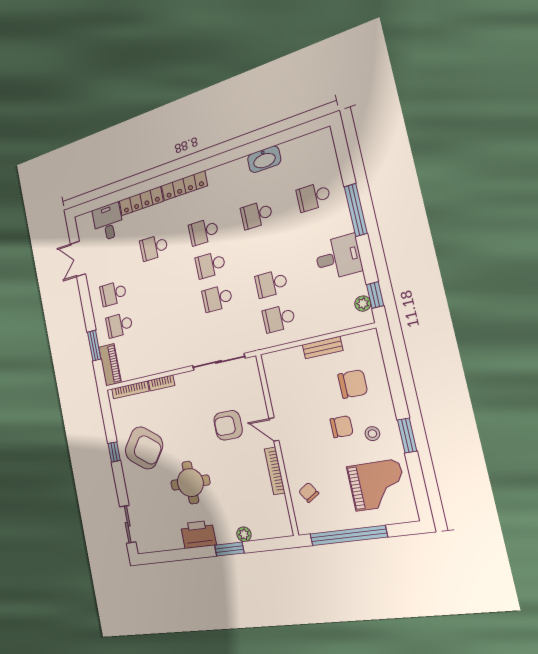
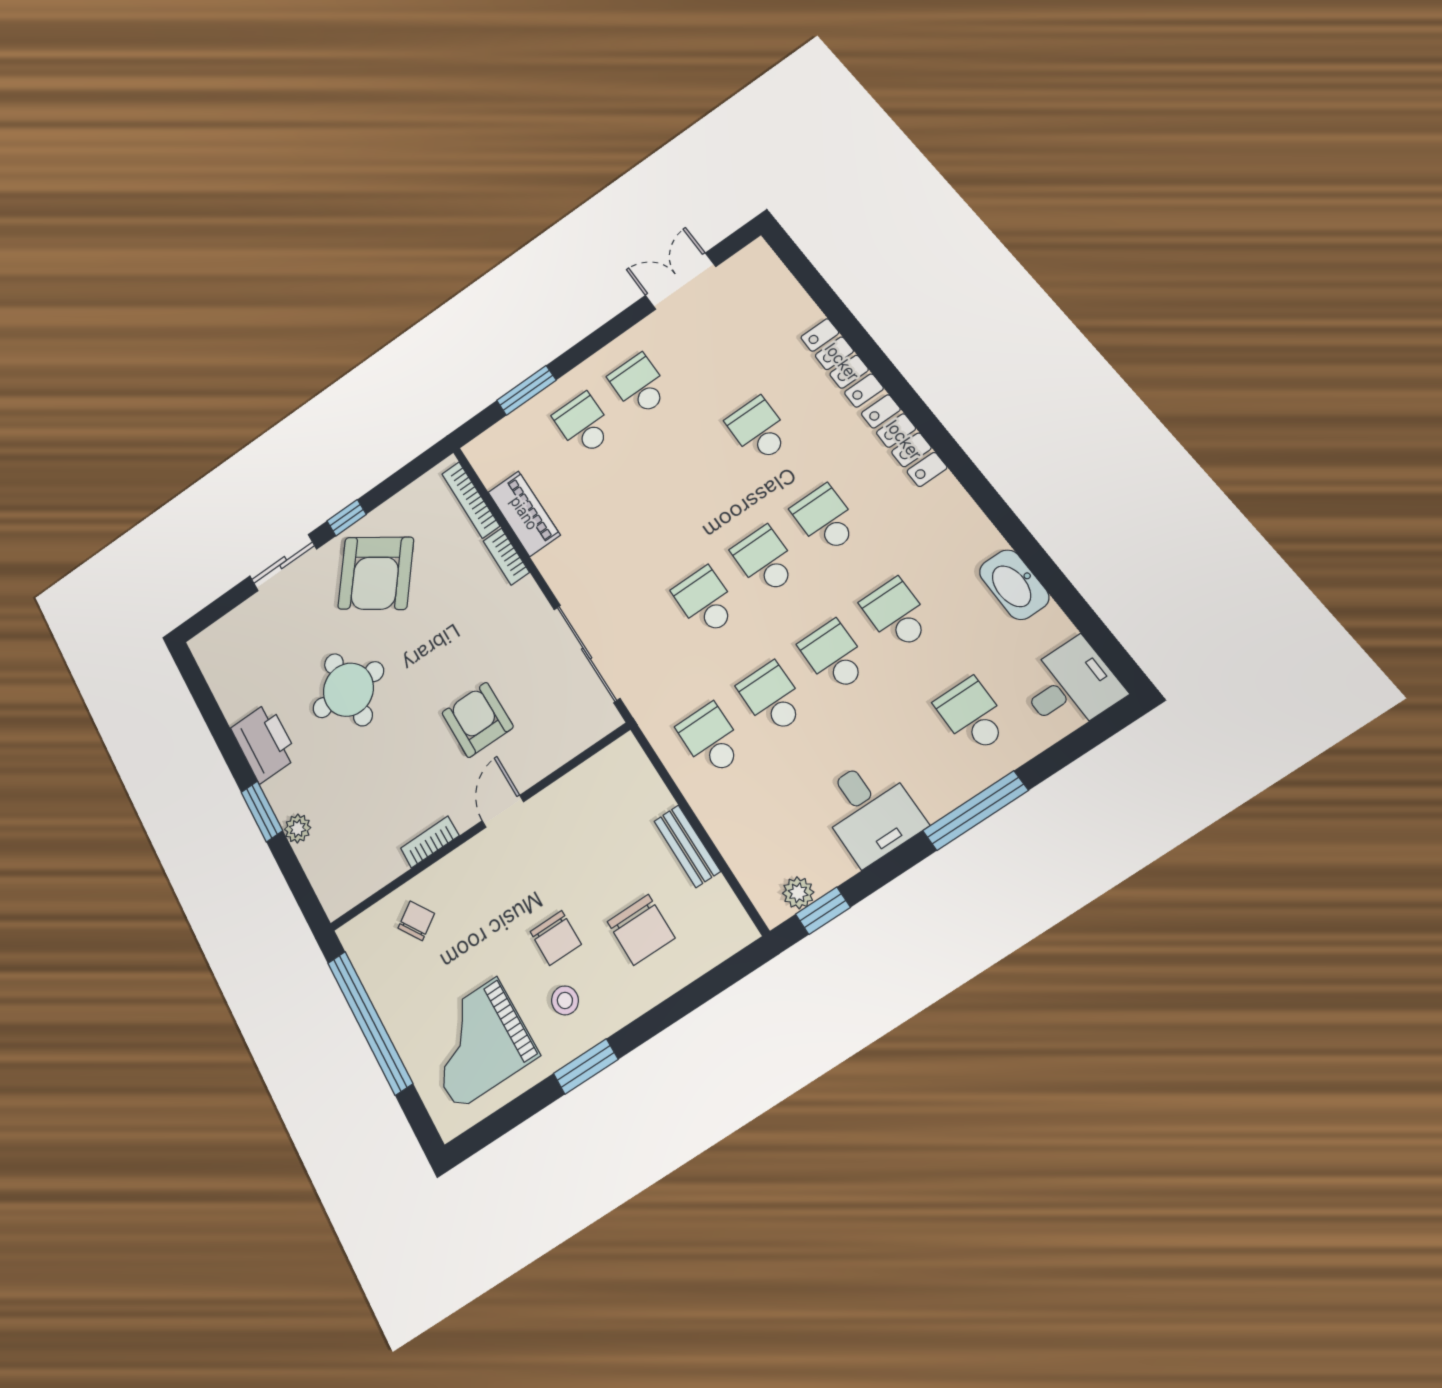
desk: (108, 222) -> (1070, 686), moved
school desk: (264, 249) -> (834, 656), added
piano: (110, 365) -> (524, 513), moved, turned -90
bookcase: (275, 471) -> (430, 842), width x0.64
grand piano: (377, 485) -> (477, 1043), turned 90
sliding door: (128, 524) -> (283, 563), moved

